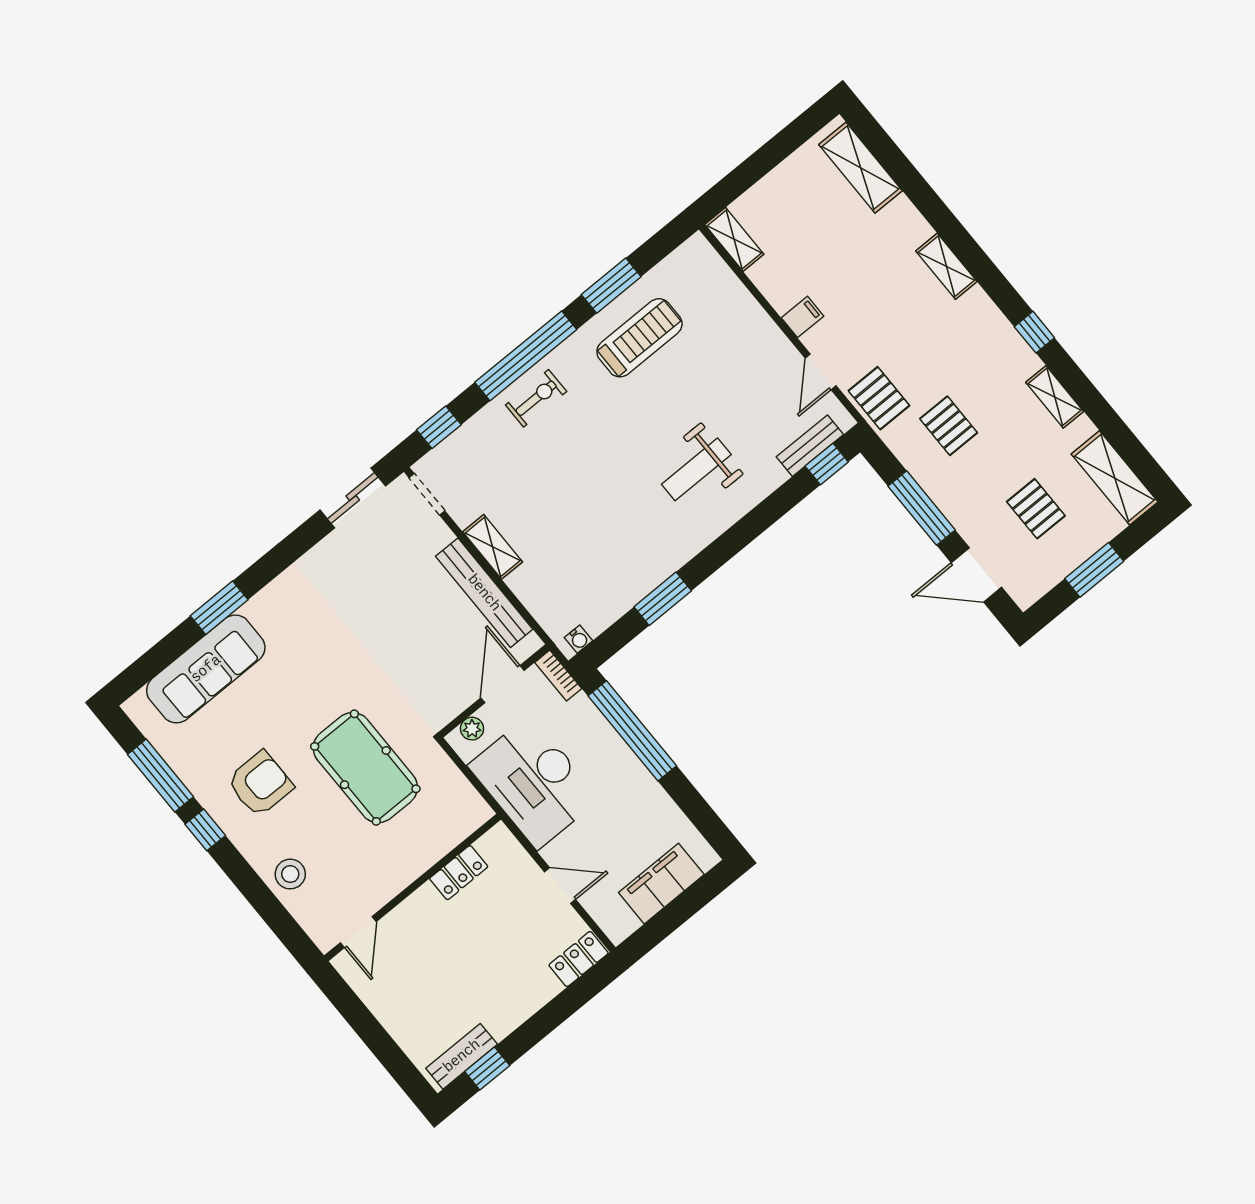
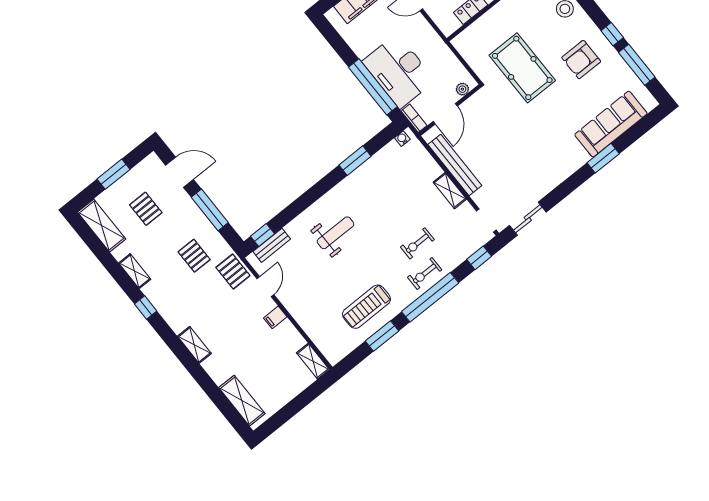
exercise bike: (550, 452) -> (417, 243), added
desk: (534, 782) -> (399, 71), moved, turned 180

